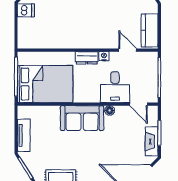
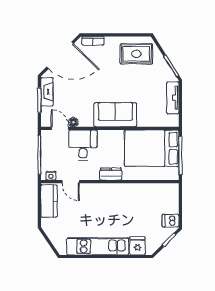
nightstand: (104, 56) -> (51, 176), moved
floor lamp: (110, 110) -> (73, 122), moved

